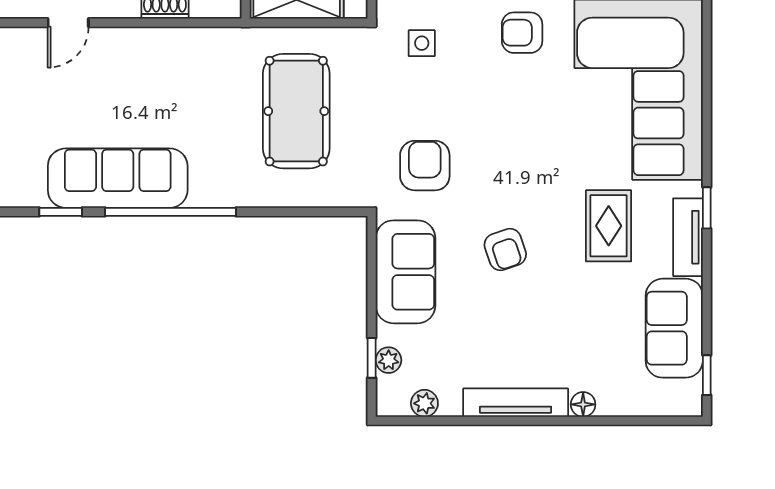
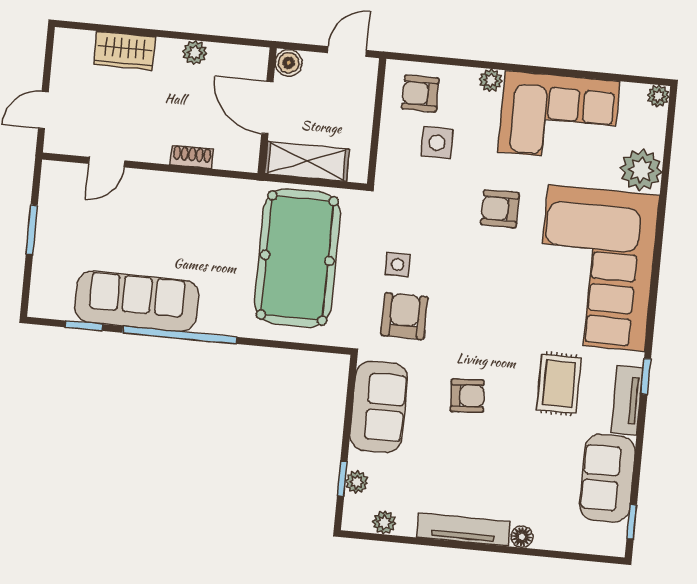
side table: (422, 43) -> (398, 265), moved
pool table: (296, 111) -> (297, 258), width x1.36, depth x1.32
armchair: (505, 250) -> (467, 396), turned -75

